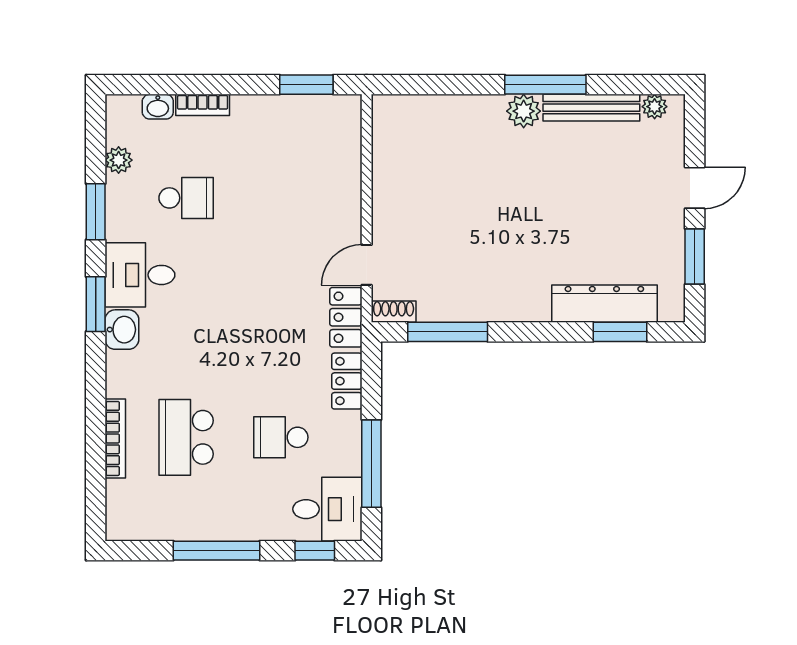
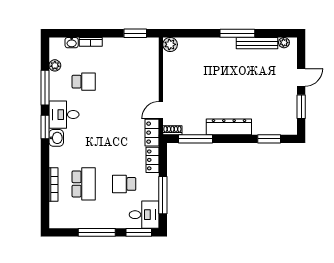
plant: (524, 111) -> (170, 44), moved
window: (96, 212) -> (45, 88), width x1.44
dresser: (604, 304) -> (229, 127), moved
school desk: (186, 437) -> (84, 184), turned 180
window: (315, 551) -> (139, 232), width x1.50

